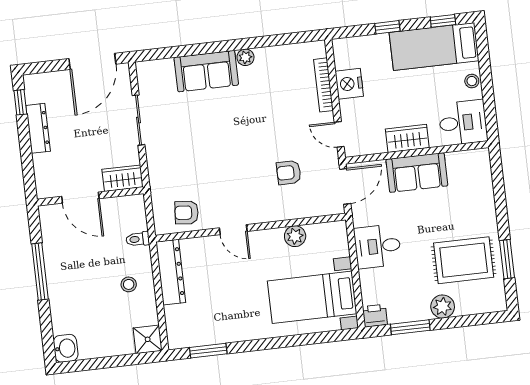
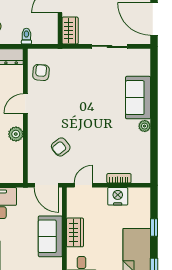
bookcase: (324, 85) -> (119, 178), width x0.64
armchair: (289, 173) -> (61, 147), turned -128
plant: (295, 236) -> (16, 134), moved

